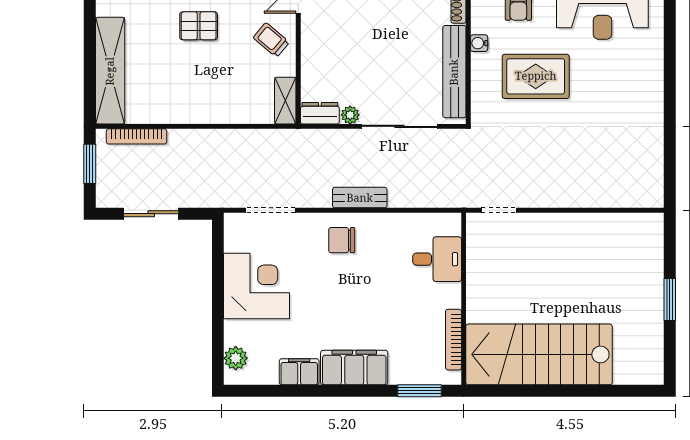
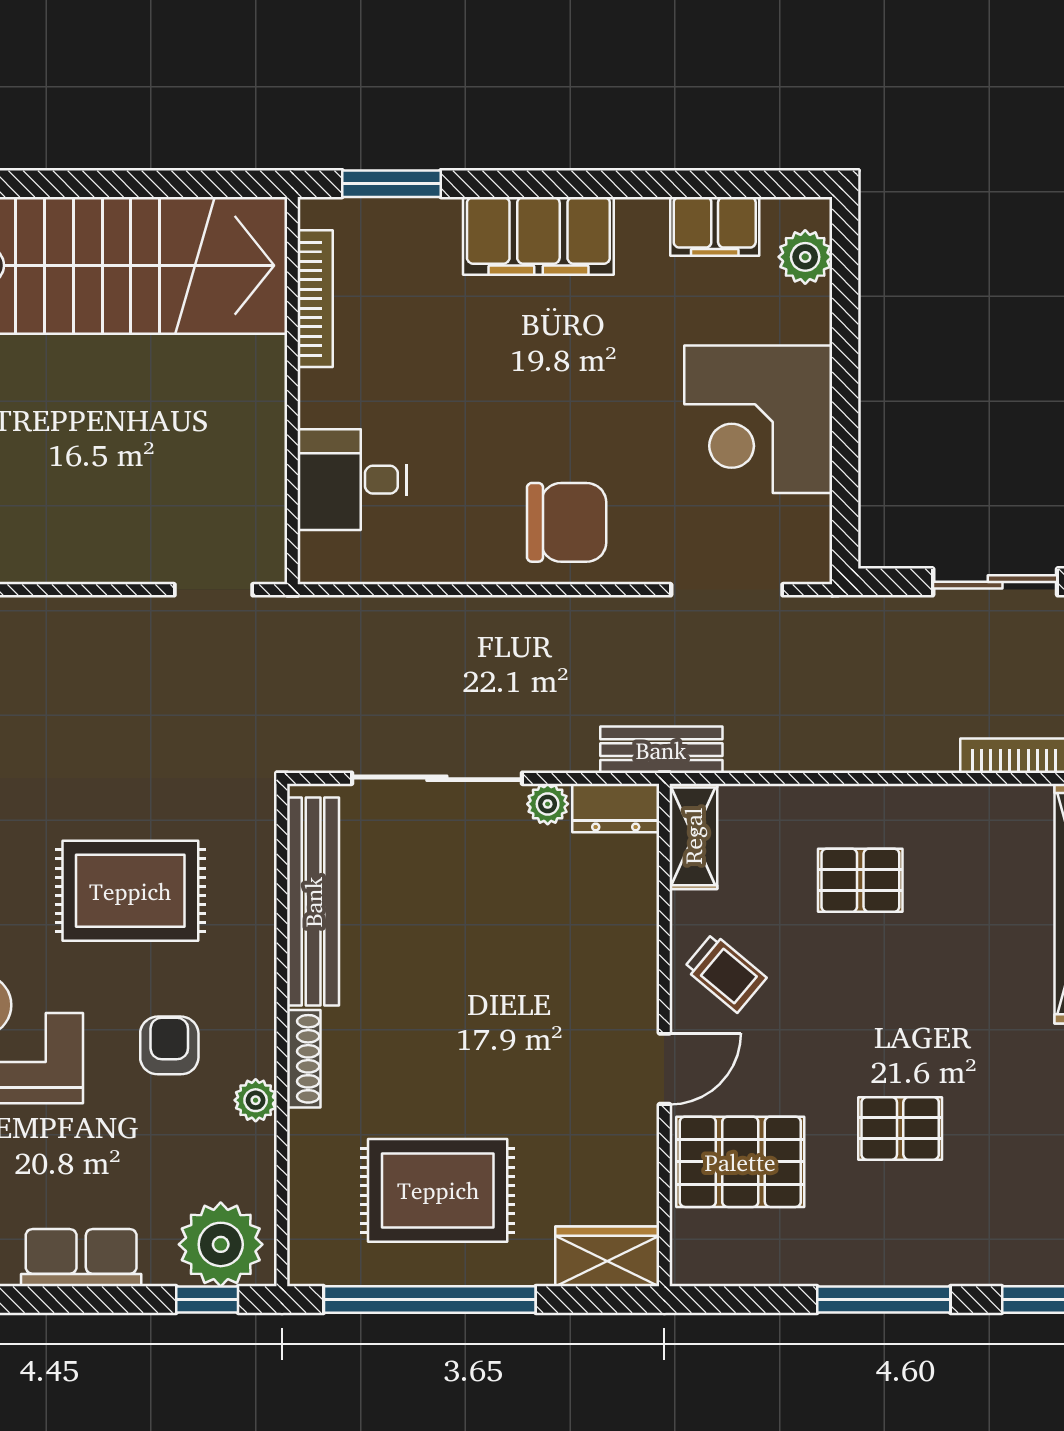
pallet: (199, 26) -> (860, 880), moved
water cooler: (479, 43) -> (258, 965), removed
bench: (360, 198) -> (661, 750), moved
chair: (342, 240) -> (567, 522), width x1.37, depth x1.37
filing cabinet: (299, 372) -> (715, 226), moved

